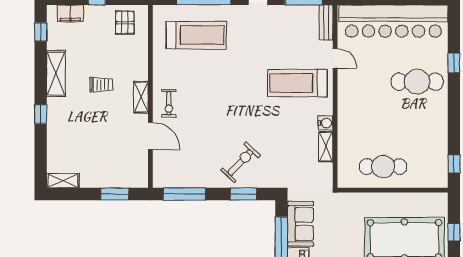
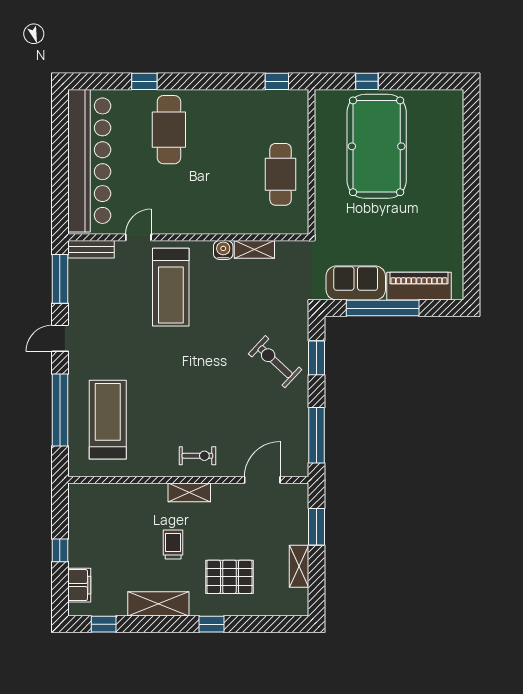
pallet: (125, 23) -> (229, 577), moved, width x1.50, depth x1.42
door: (150, 136) -> (262, 480), moved
shelving: (63, 181) -> (299, 566), moved

